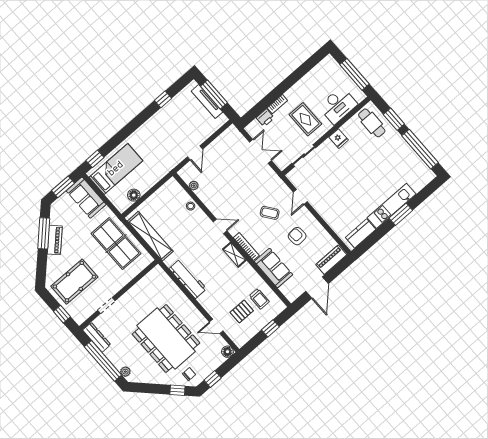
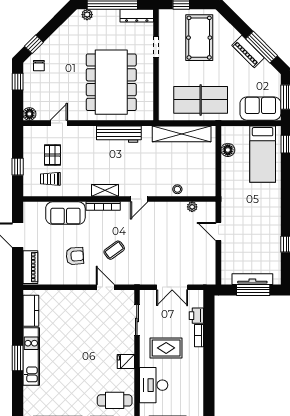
dining table: (166, 338) -> (111, 82), moved, turned 90

